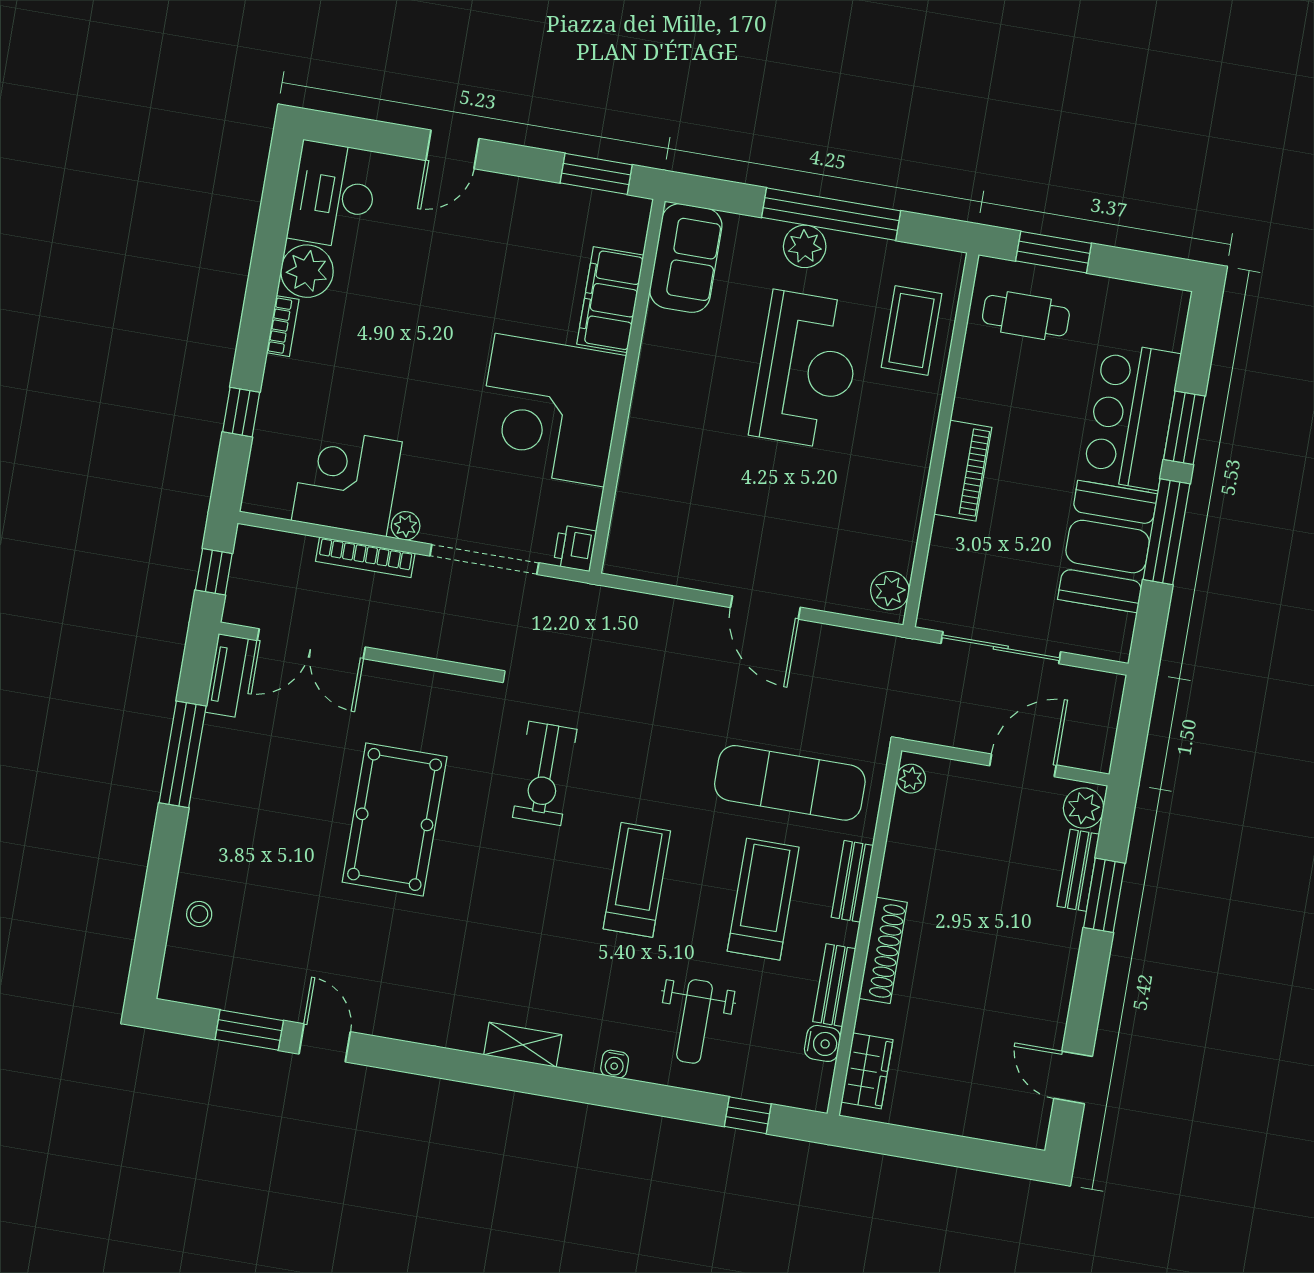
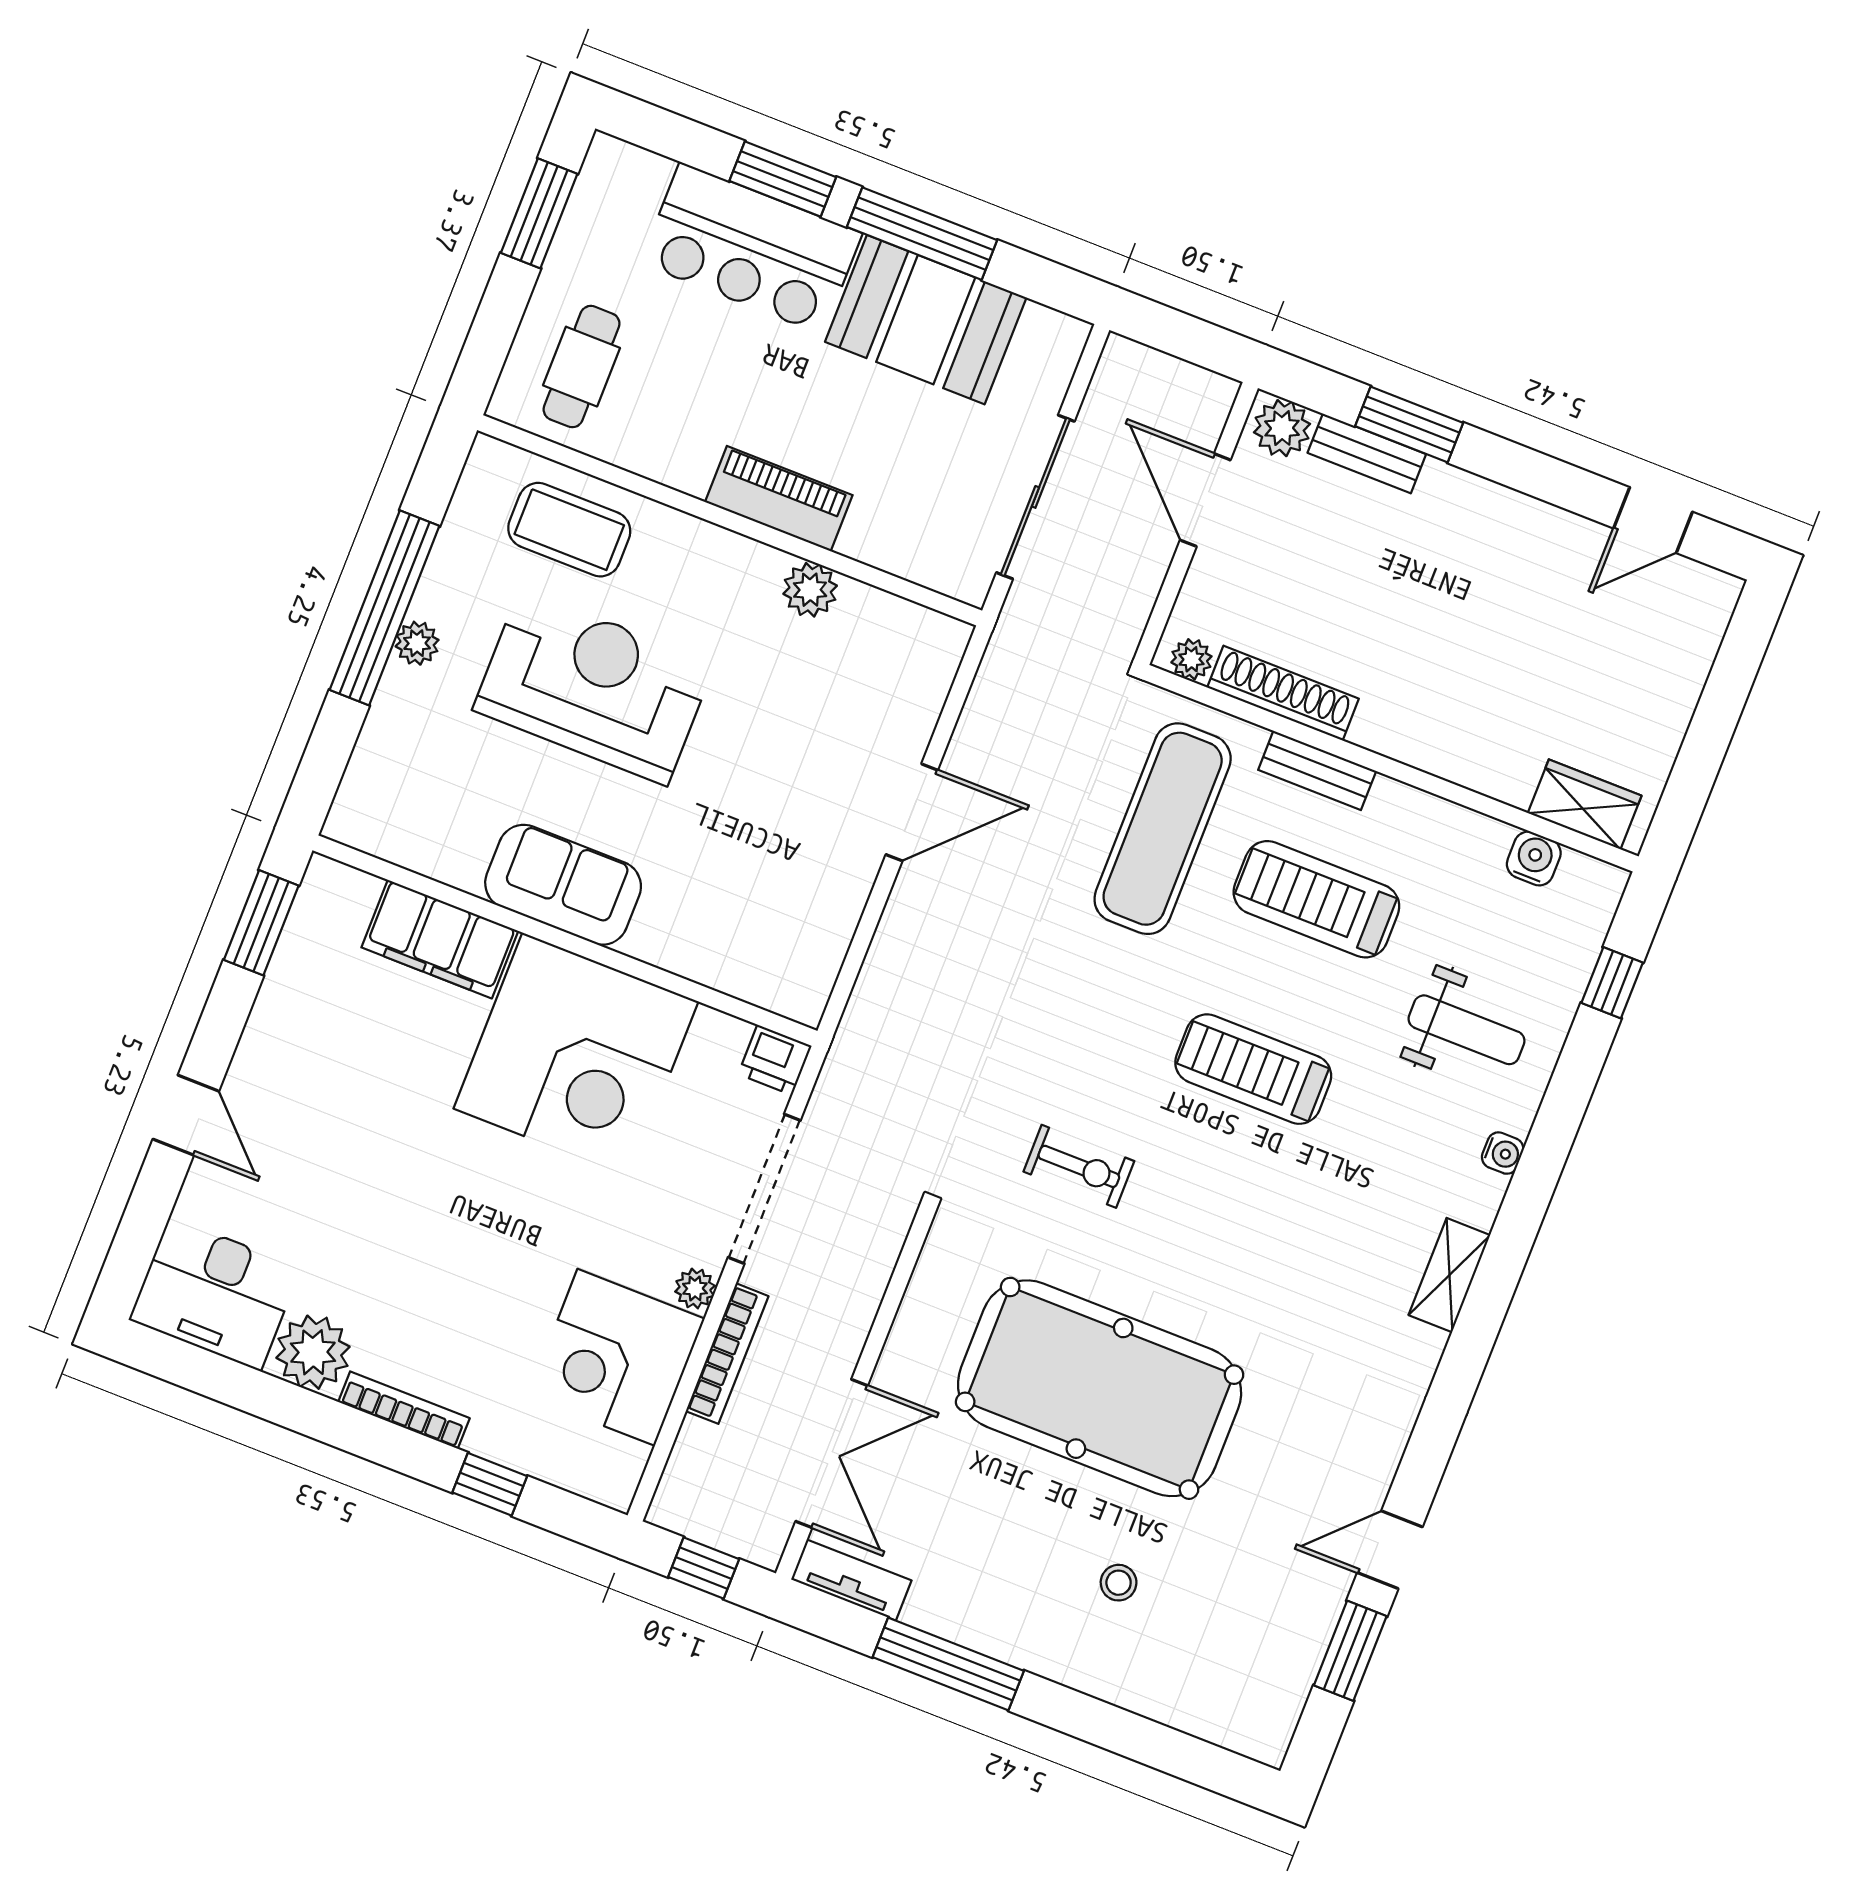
plant: (805, 246) -> (417, 643), width x0.73, depth x0.73
window: (1054, 252) -> (539, 213), moved
sofa: (686, 258) -> (563, 885), moved
bookcase: (283, 326) -> (404, 1410), width x1.56
plant: (890, 591) -> (810, 590), moved
exercise bike: (545, 773) -> (1079, 1166), width x0.73, depth x0.72
pool table: (395, 819) -> (1100, 1388), width x1.36, depth x1.32
stool: (199, 914) -> (1119, 1583), moved
shoe rack: (883, 950) -> (1283, 693), moved
bench: (834, 985) -> (1456, 825), removed

